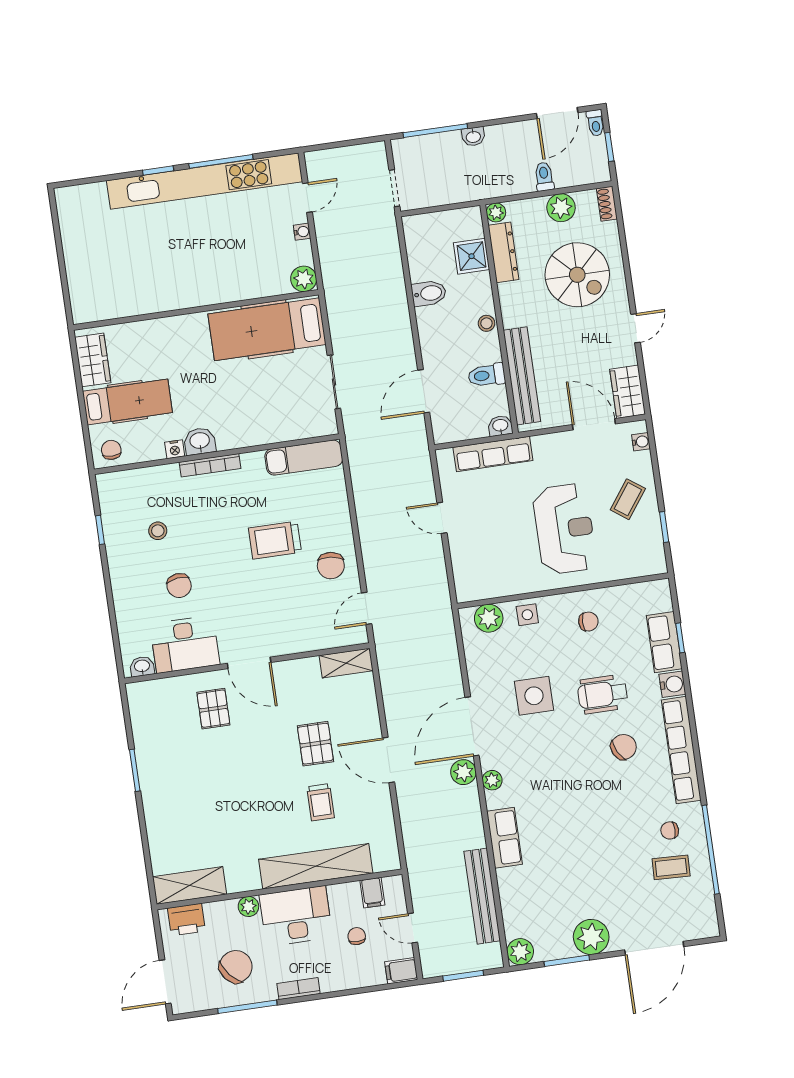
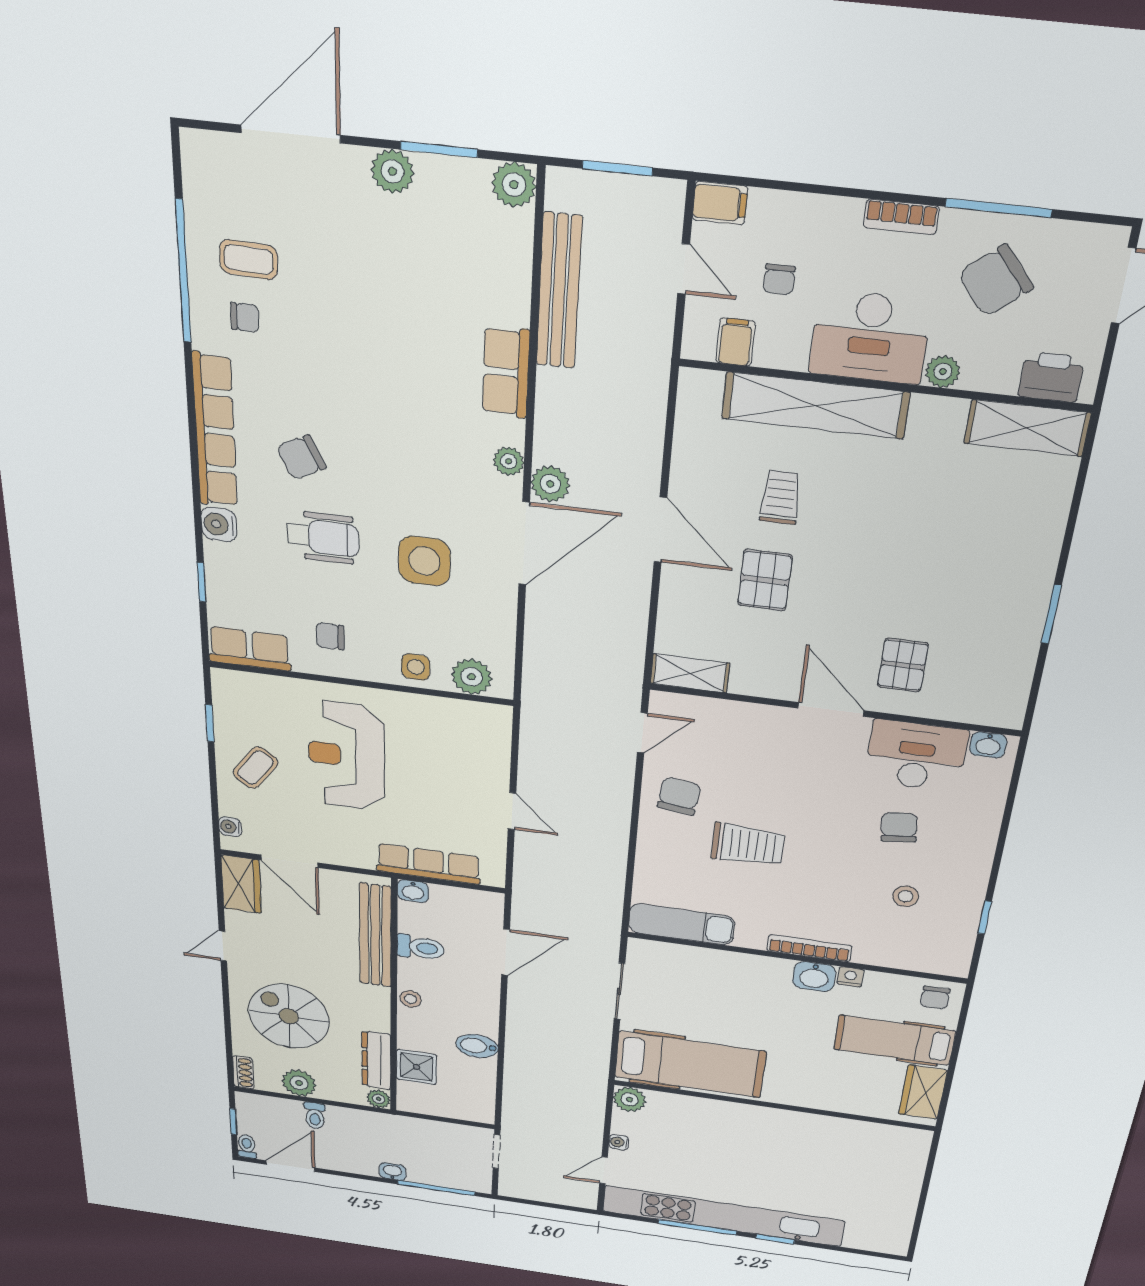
row of seats: (664, 642) -> (250, 649), moved, turned -90
plant: (591, 937) -> (392, 171), width x0.73, depth x0.73

